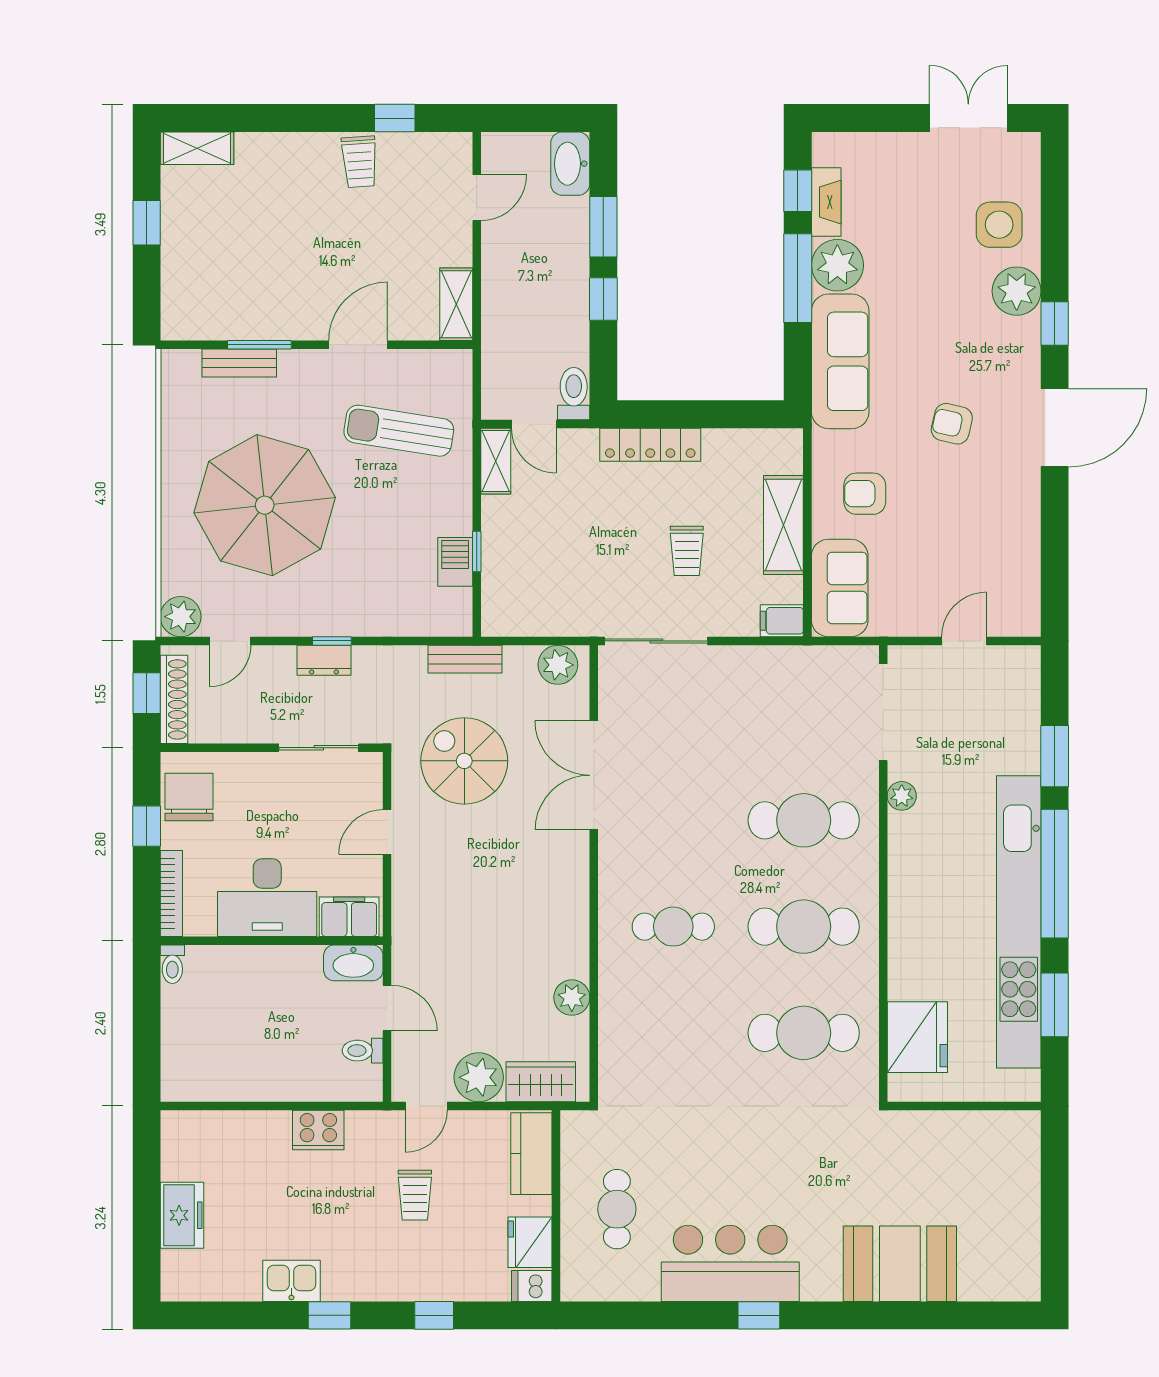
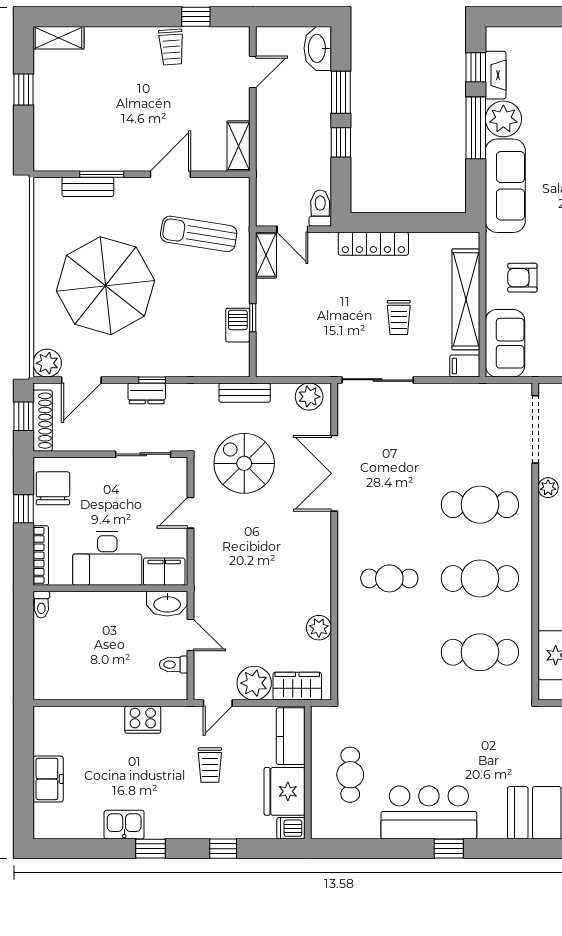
shelving: (783, 525) -> (466, 299), width x1.47
door: (230, 641) -> (81, 380), width x1.38
fridge: (530, 1242) -> (285, 791), width x1.36, depth x1.34

